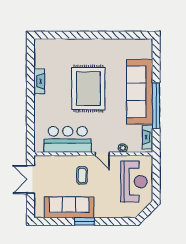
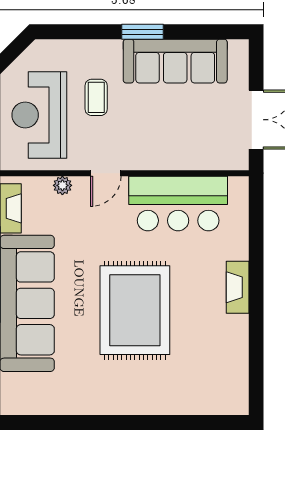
fireplace: (39, 81) -> (238, 287), moved
door: (102, 154) -> (106, 173), swing flipped
coffee table: (82, 175) -> (96, 97), moved

